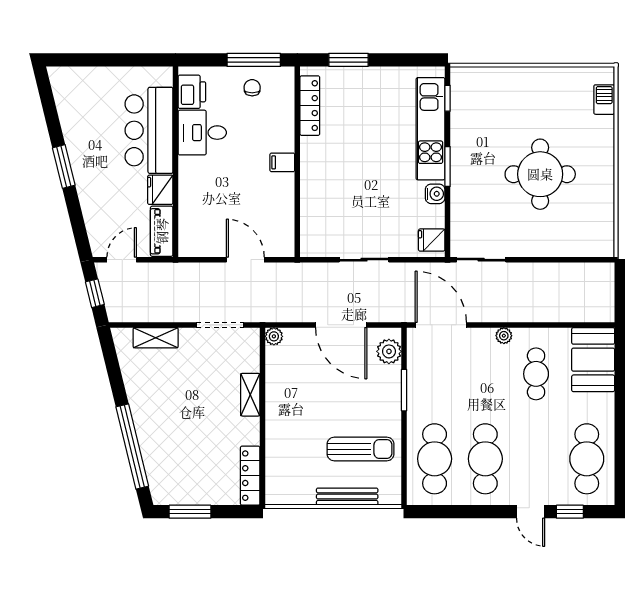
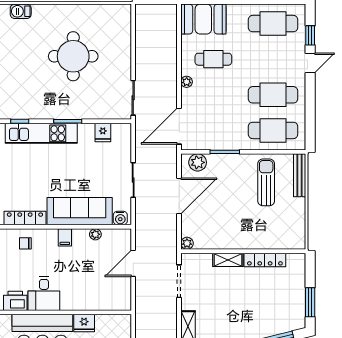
chair: (252, 88) -> (25, 243), moved
sofa: (320, 184) -> (80, 211), added
water cooler: (435, 194) -> (120, 218), moved, turned 180
plant: (287, 206) -> (95, 234), added
piano: (162, 231) -> (113, 322), removed
fridge: (432, 240) -> (103, 132), moved
locker: (250, 476) -> (265, 260), moved
bench: (347, 497) -> (300, 175), moved

